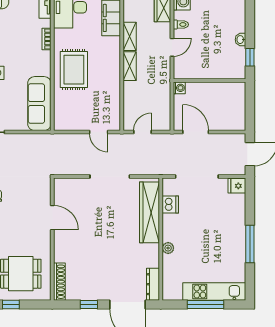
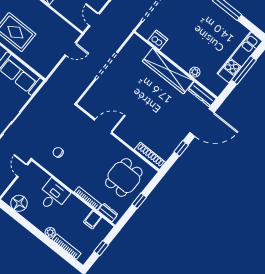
wardrobe: (150, 212) -> (168, 71), moved
plant: (168, 248) -> (195, 72), moved

